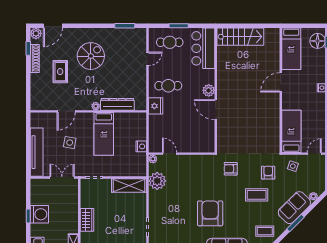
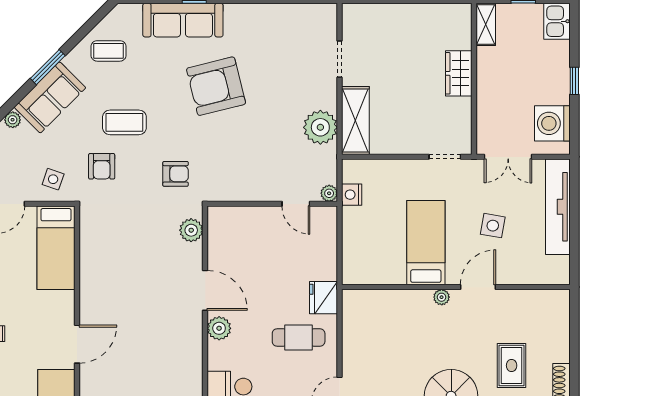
dresser: (117, 104) -> (399, 301), removed
door: (66, 111) -> (478, 287), moved
plant: (223, 140) -> (191, 230), added
nightstand: (141, 146) -> (352, 195), moved
plant: (157, 181) -> (320, 127), moved
shelving: (129, 185) -> (355, 121), moved, turned 90
armchair: (210, 213) -> (216, 86), turned 76
washing machine: (39, 214) -> (552, 123), moved

